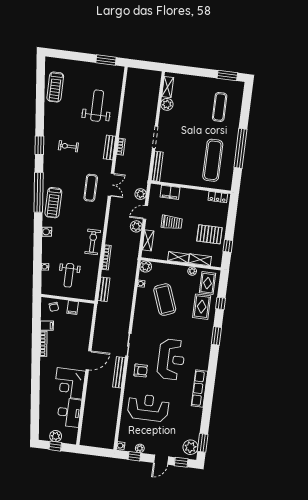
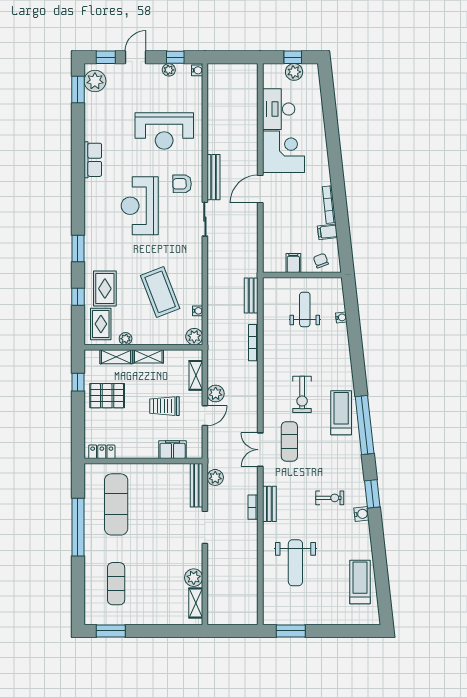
plant: (141, 194) -> (215, 477), moved
water cooler: (47, 232) -> (361, 514), moved
exercise bike: (93, 242) -> (302, 394), moved
row of seats: (199, 389) -> (93, 160), width x0.68

